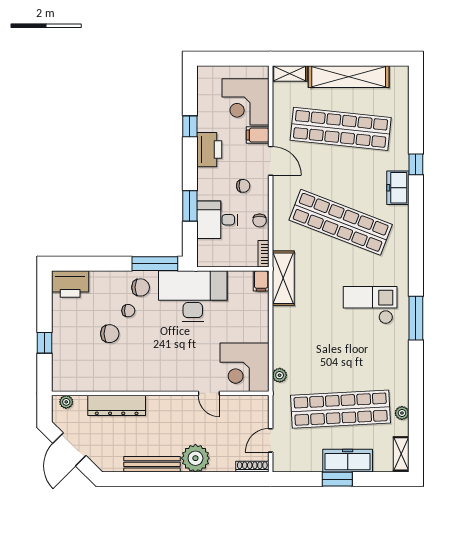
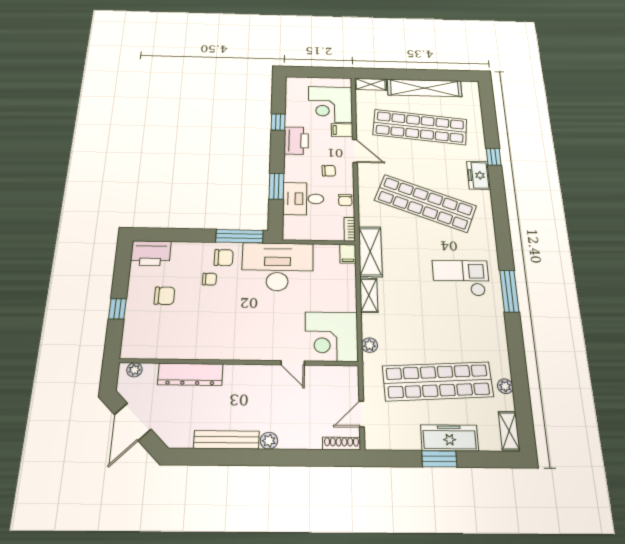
shelving: (280, 325) -> (369, 295), added
chair: (110, 334) -> (164, 296), moved
plant: (195, 458) -> (269, 441), width x0.53, depth x0.53

